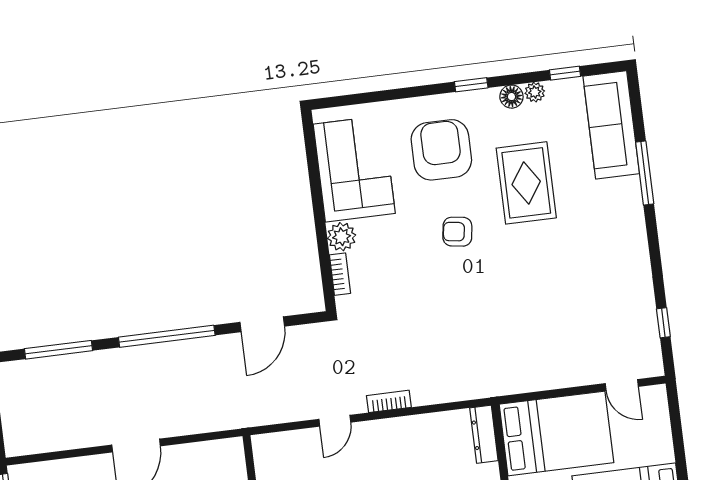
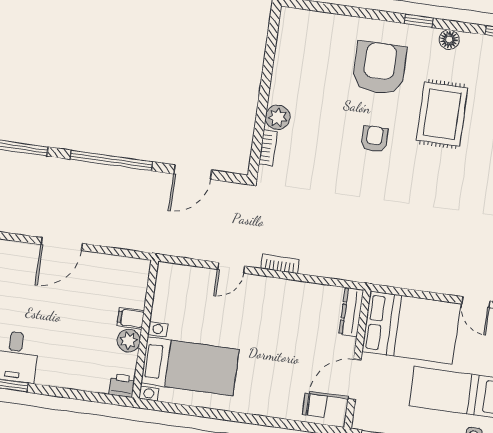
plant: (535, 92) -> (469, 41), removed
corner sofa: (354, 169) -> (303, 64), removed
armchair: (457, 232) -> (374, 139), turned 82

